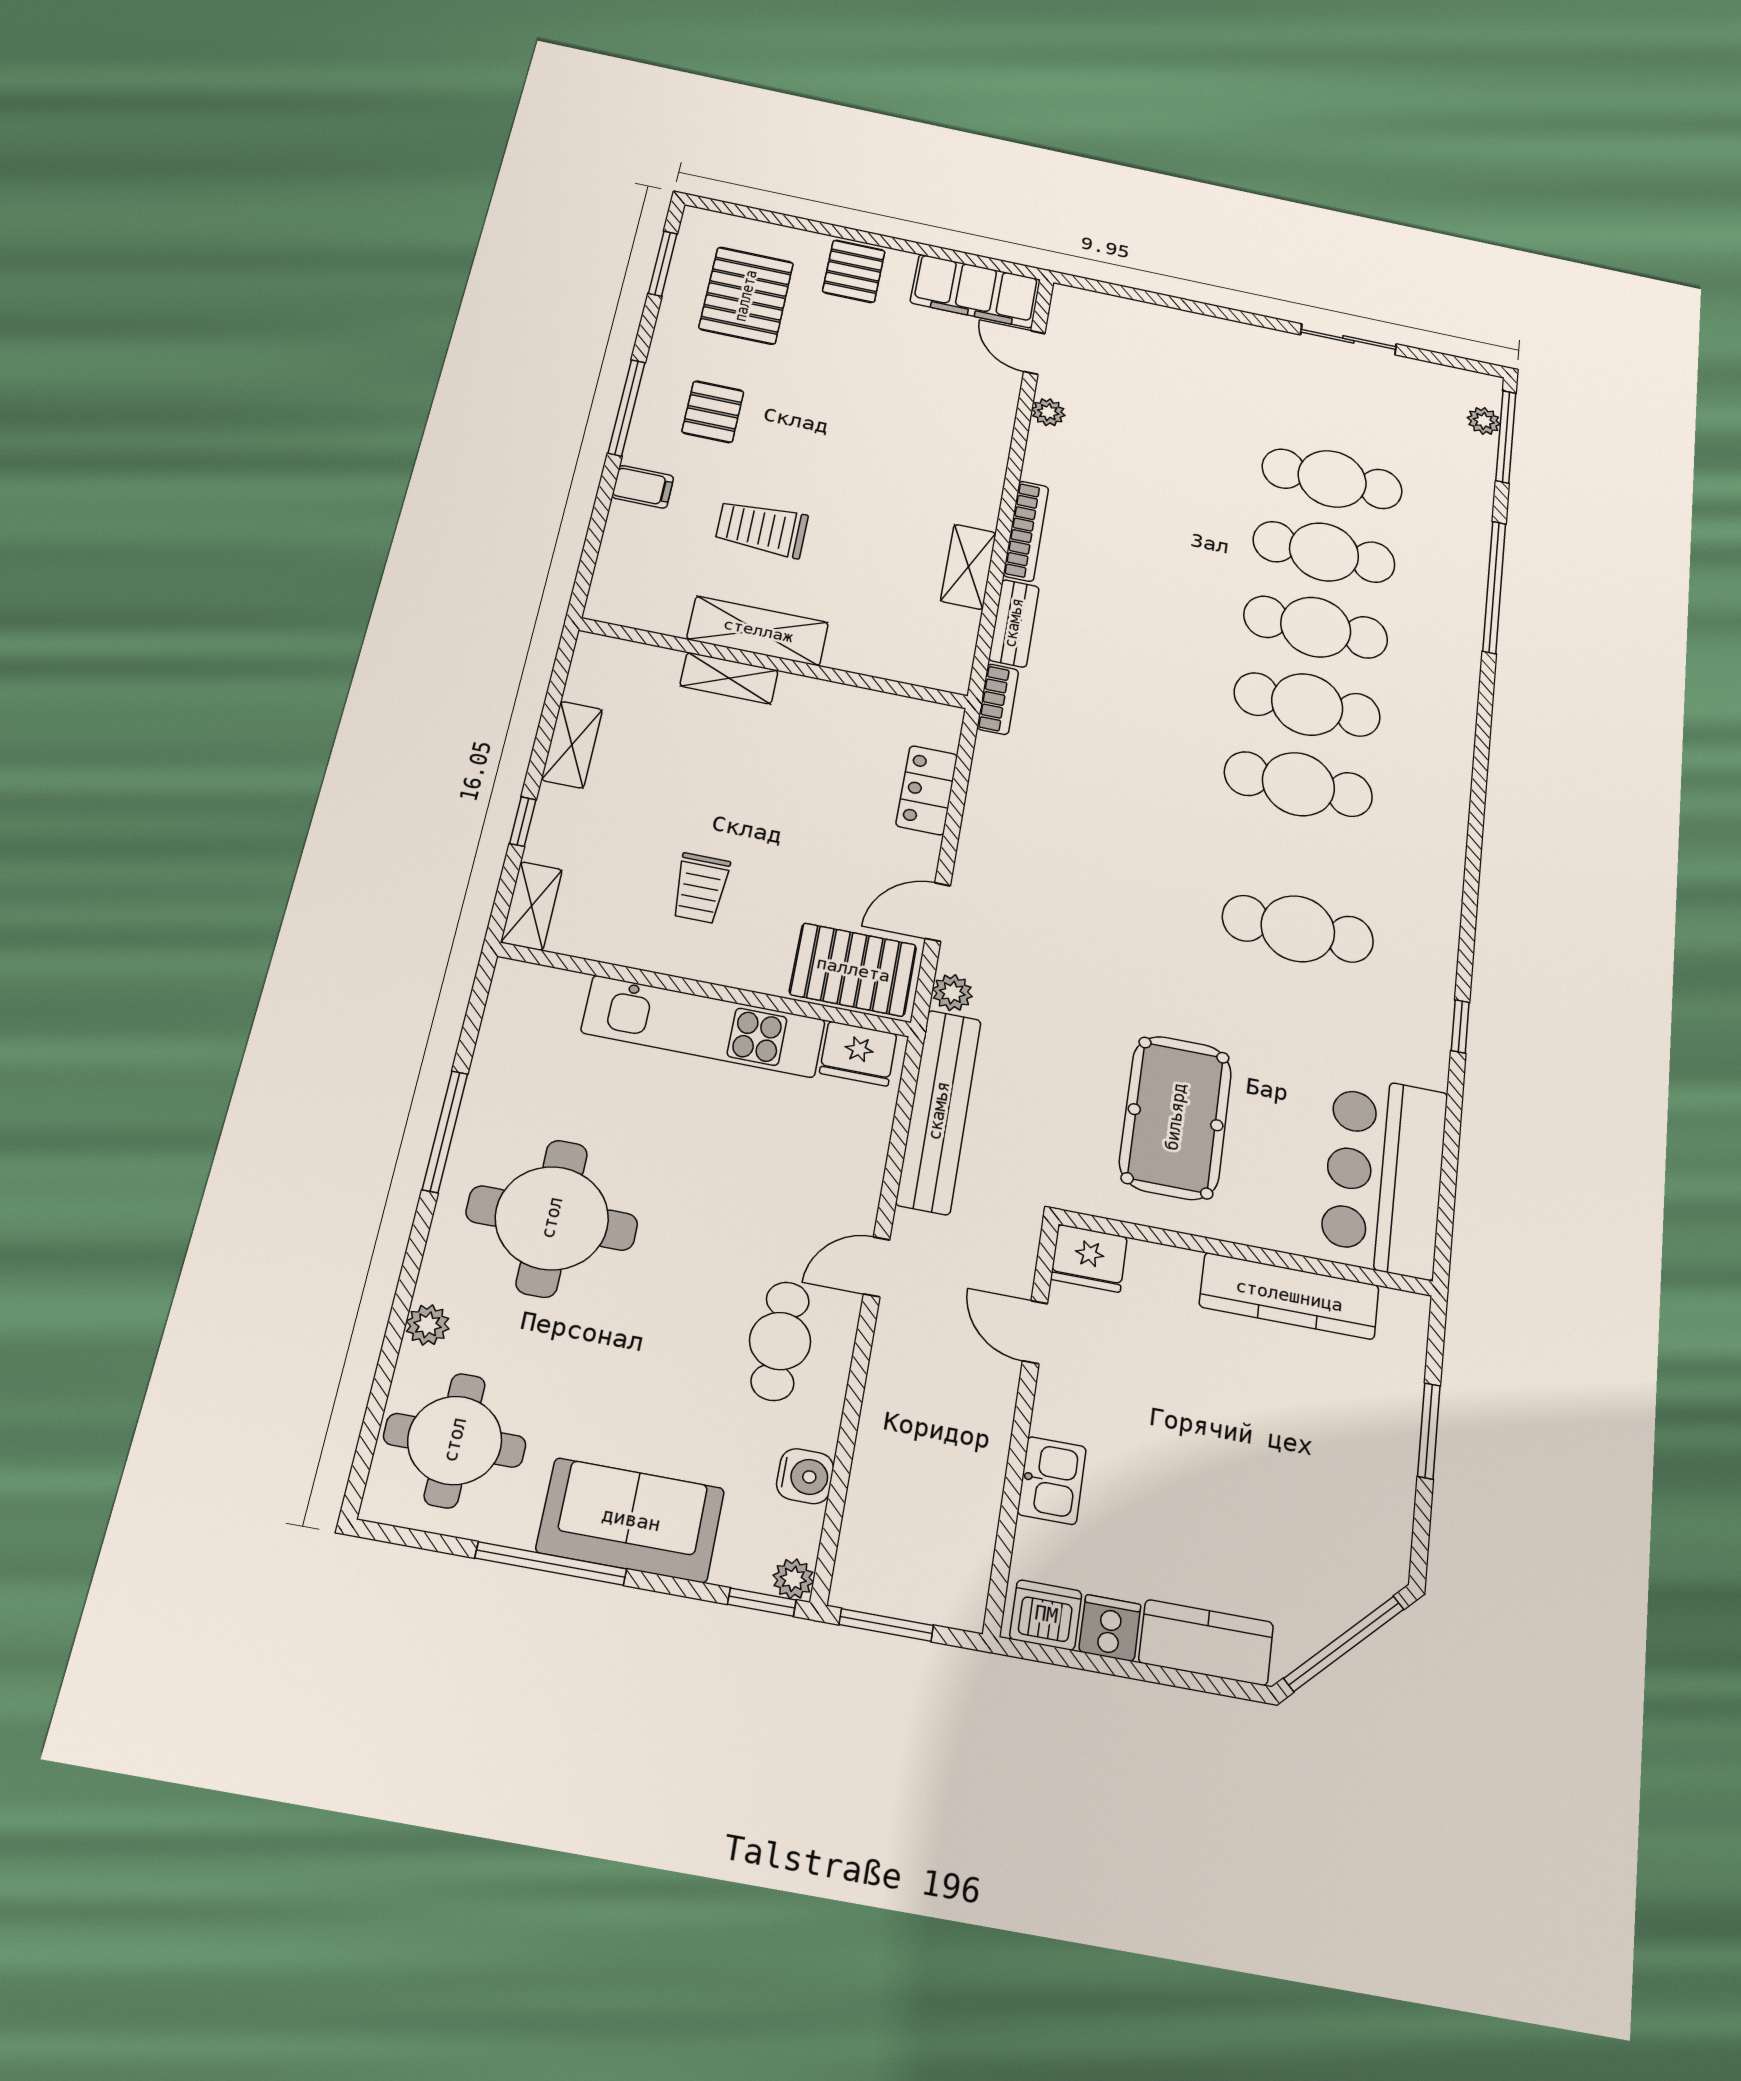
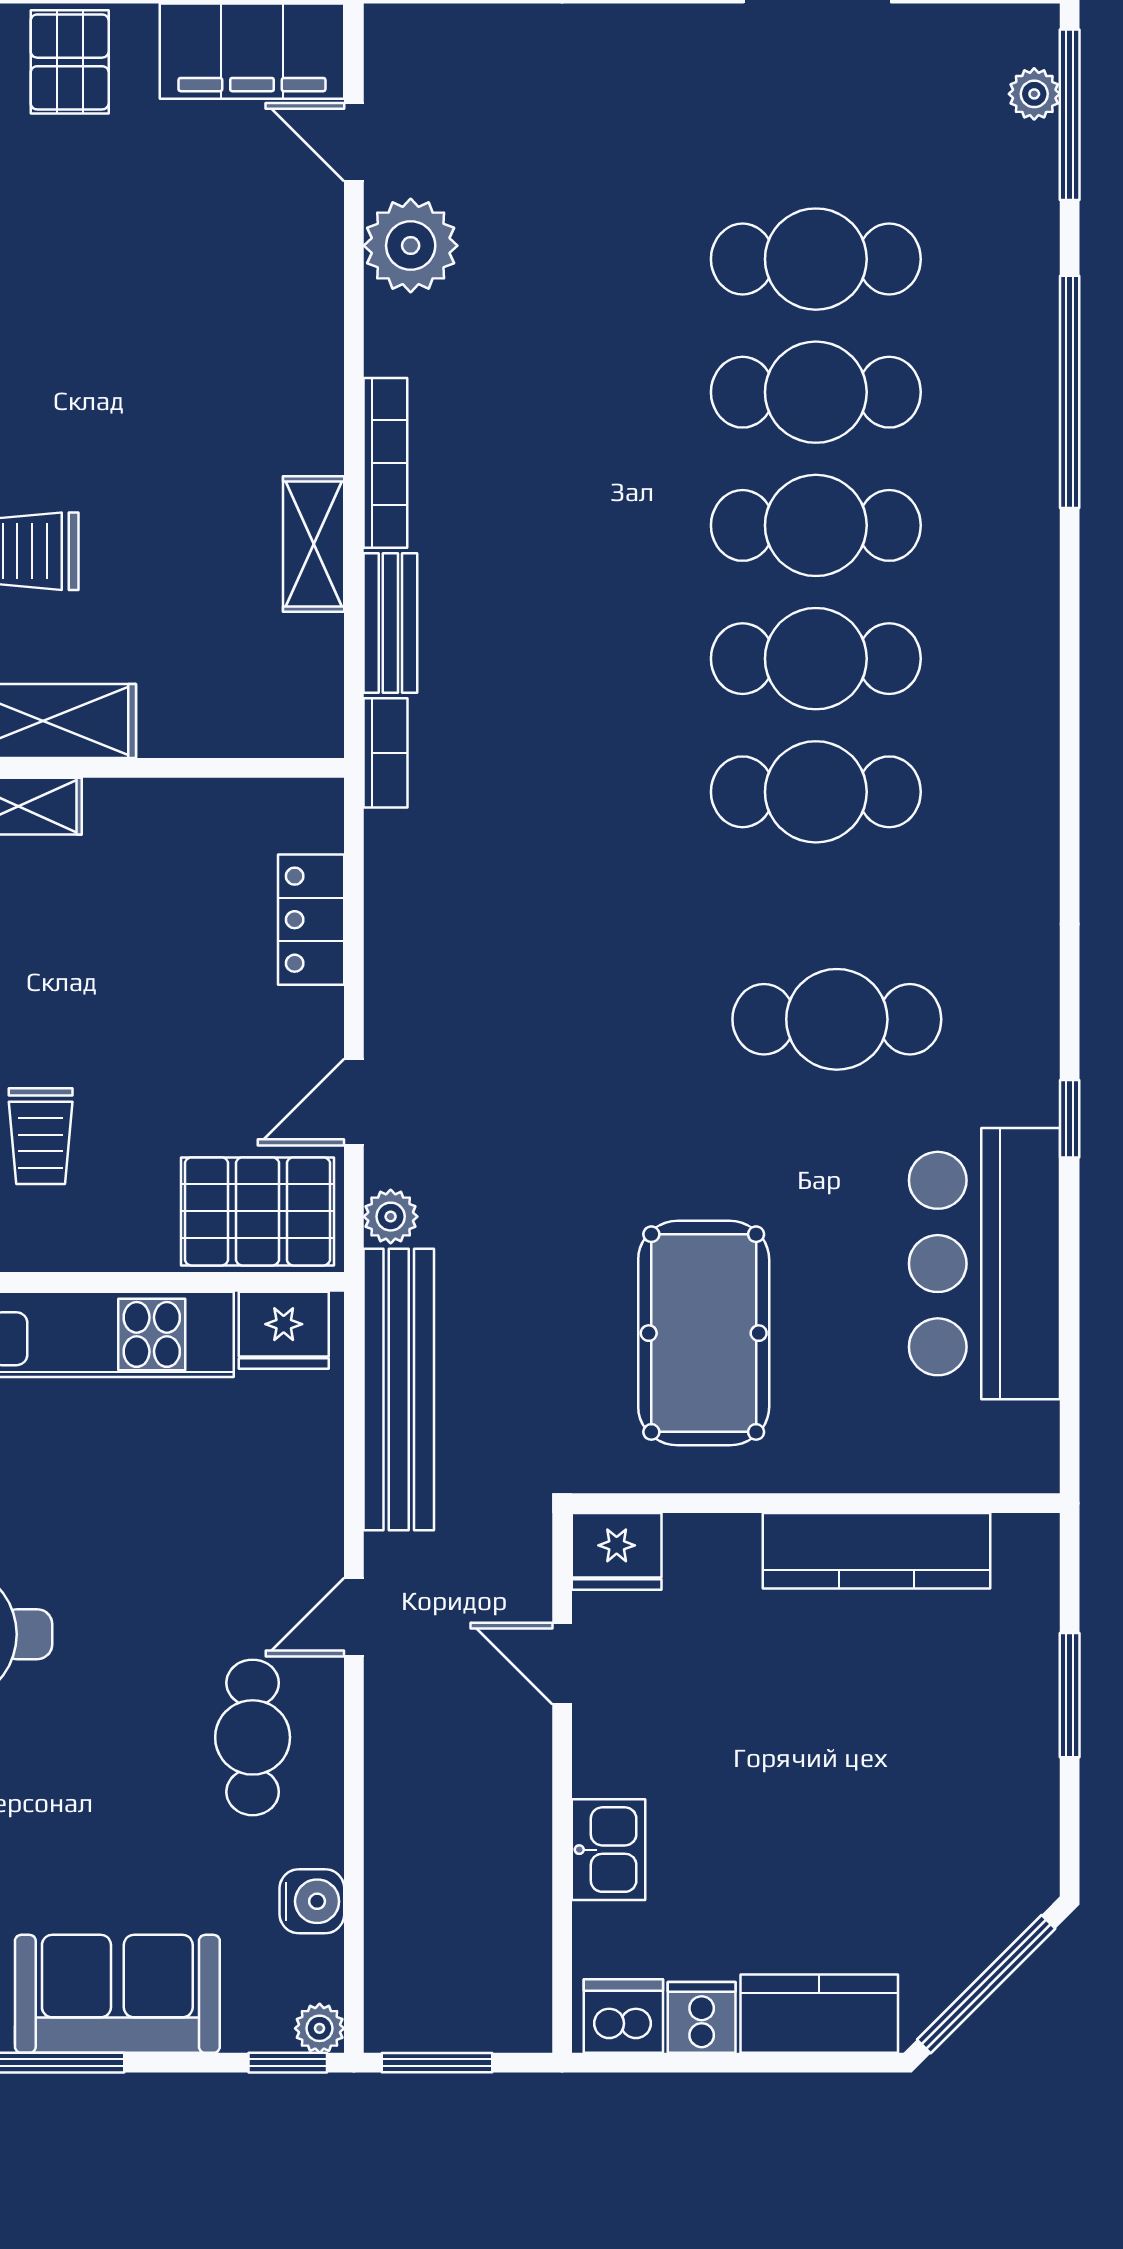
plant: (1048, 412) -> (411, 246), width x1.88, depth x1.88
bar counter: (1384, 1175) -> (984, 1264), moved

